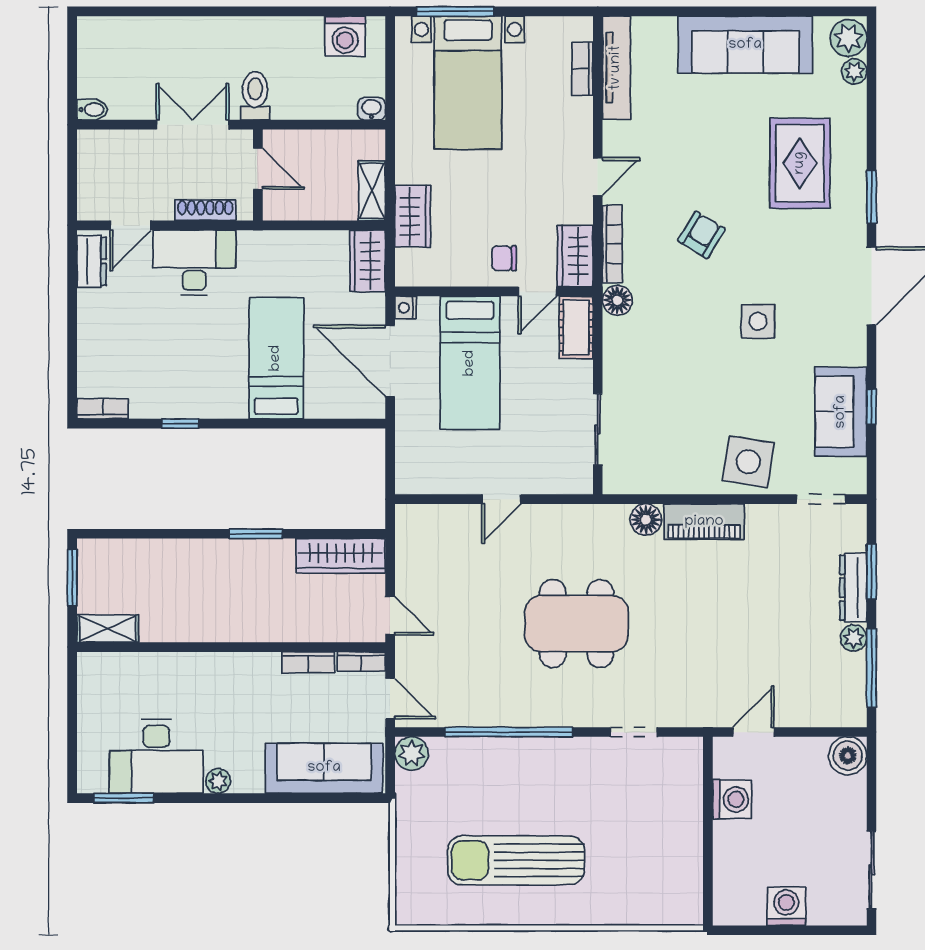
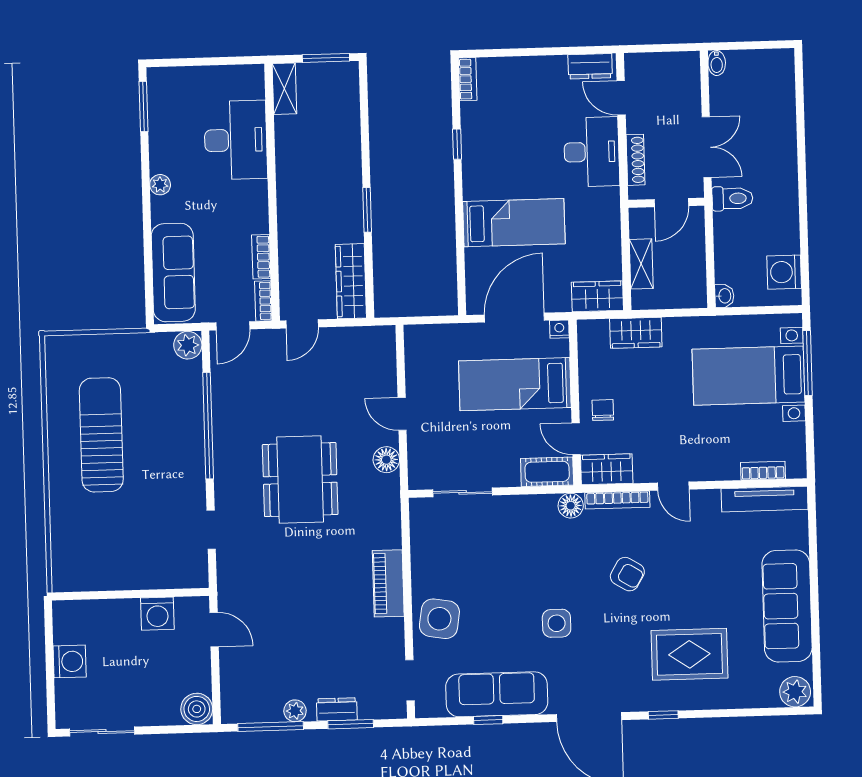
plant: (854, 71) -> (767, 697), removed
shelving: (372, 191) -> (641, 264), moved, turned 90
window: (871, 197) -> (663, 715), width x0.67
sofa: (841, 412) -> (497, 694), width x1.36
floor lamp: (646, 520) -> (386, 460), moved
dresser: (853, 588) -> (337, 709), width x0.70
desk: (156, 756) -> (236, 140), moved, turned 180

